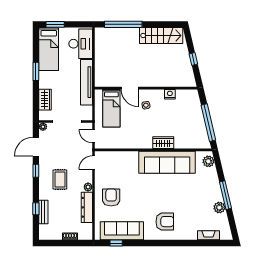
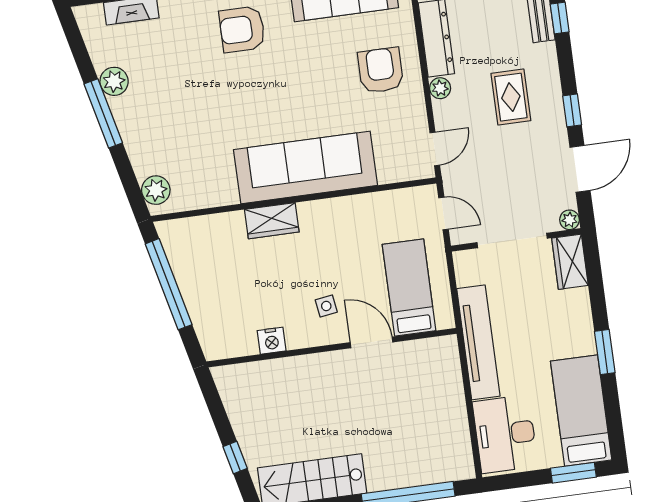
window: (193, 59) -> (235, 457), moved
wardrobe: (45, 100) -> (570, 262), moved
sofa: (167, 162) -> (306, 167), moved
armchair: (111, 197) -> (381, 70), turned 180

